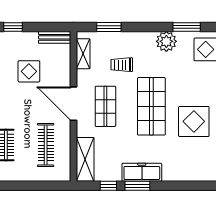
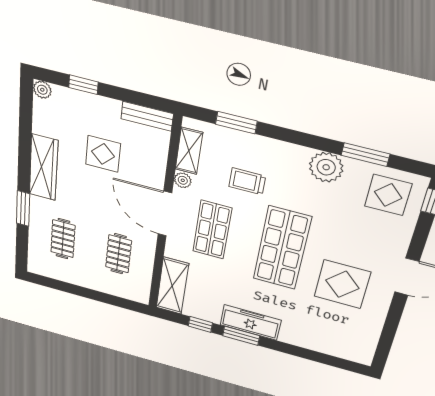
plant: (82, 76) -> (183, 180), added
clothes rail: (46, 145) -> (119, 254), width x0.73

